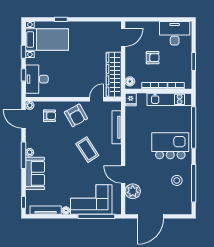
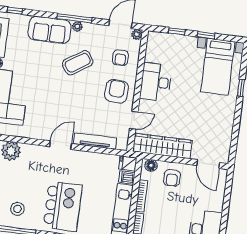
armchair: (153, 58) -> (172, 178), moved
desk: (37, 79) -> (156, 82), moved, turned -90
door: (97, 99) -> (134, 120), hinge flipped
dishwasher: (142, 99) -> (127, 178), added
armchair: (76, 115) -> (117, 91), turned 122
coffee table: (87, 150) -> (78, 63), moved
door: (123, 175) -> (61, 145), moved

